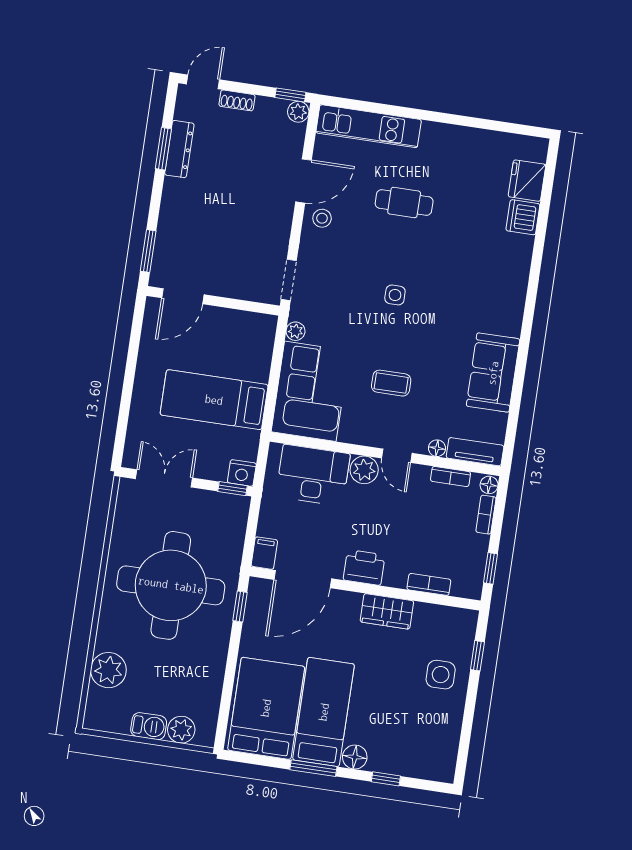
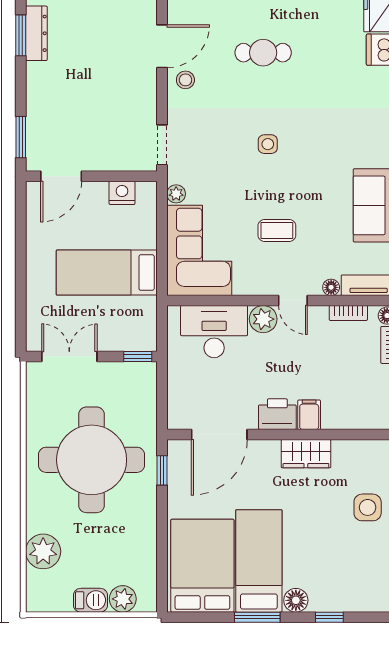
nightstand: (242, 473) -> (122, 193), moved, turned 180
filing cabinet: (264, 553) -> (309, 415), moved
bookcase: (429, 584) -> (343, 421), removed

